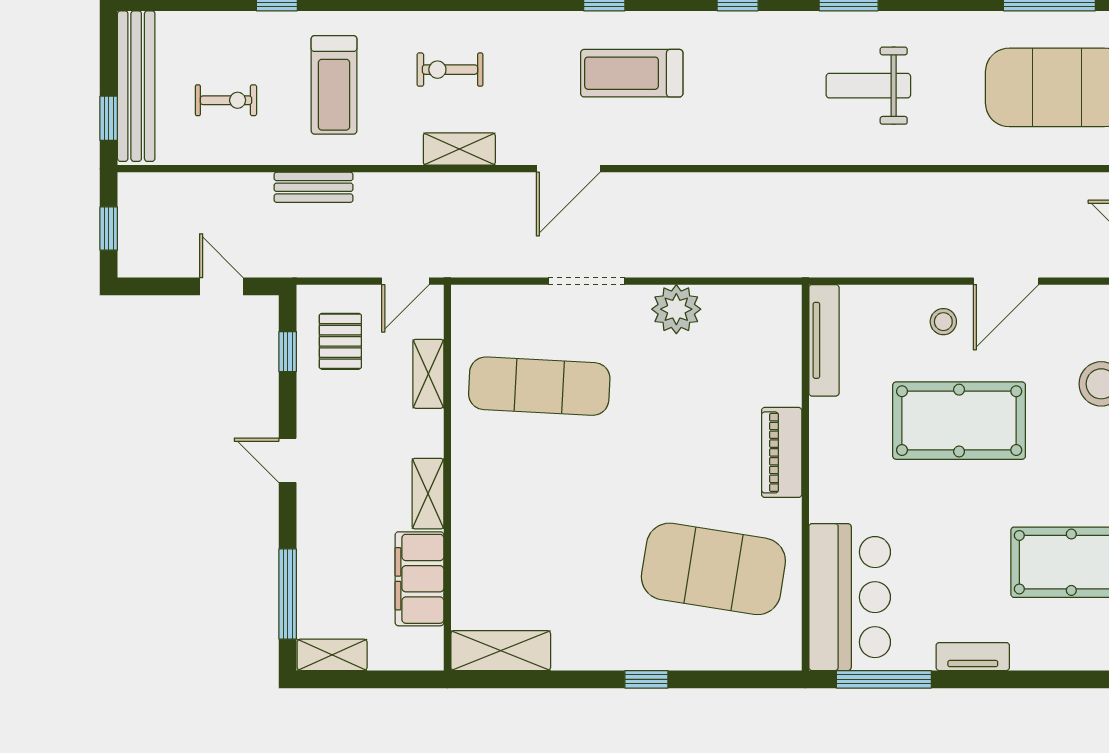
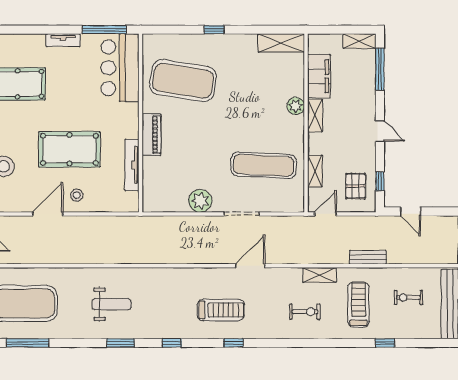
shelving: (459, 149) -> (319, 275), moved
tv unit: (824, 340) -> (132, 165), moved
plant: (470, 514) -> (296, 106), added

